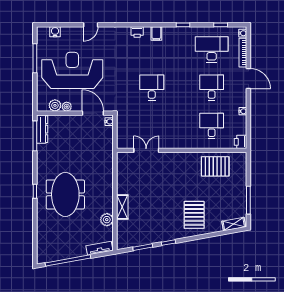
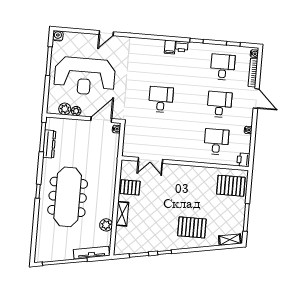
water cooler: (55, 32) -> (58, 36), moved
printer: (137, 32) -> (182, 46), moved
desk: (212, 49) -> (223, 67), width x0.73
reception desk: (72, 70) -> (85, 76), turned 180
door: (93, 113) -> (101, 120), hinge flipped
dresser: (42, 129) -> (49, 144), moved
double door: (146, 150) -> (150, 160), swing flipped
pallet: (215, 166) -> (231, 186), moved
pallet: (128, 180) -> (130, 187), added
meeting table: (65, 194) -> (68, 197), width x1.36
pallet: (194, 215) -> (192, 227), turned 90
tv unit: (99, 248) -> (91, 253), width x1.41

